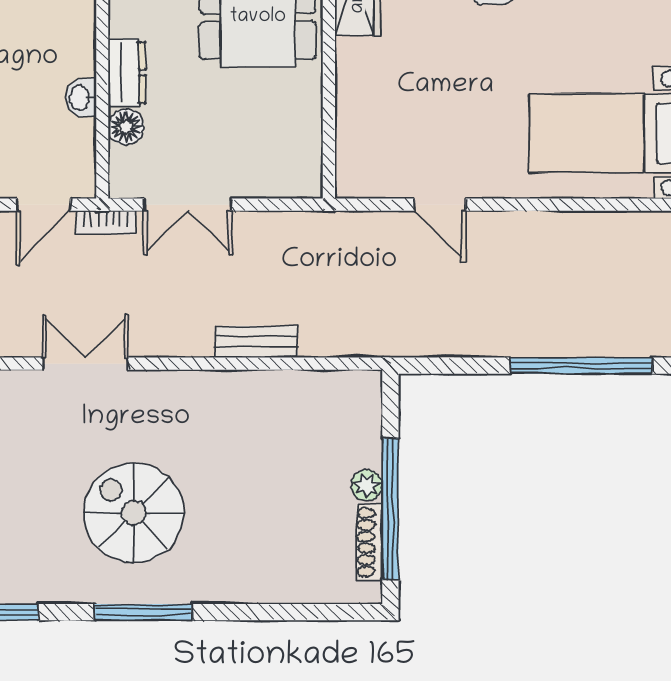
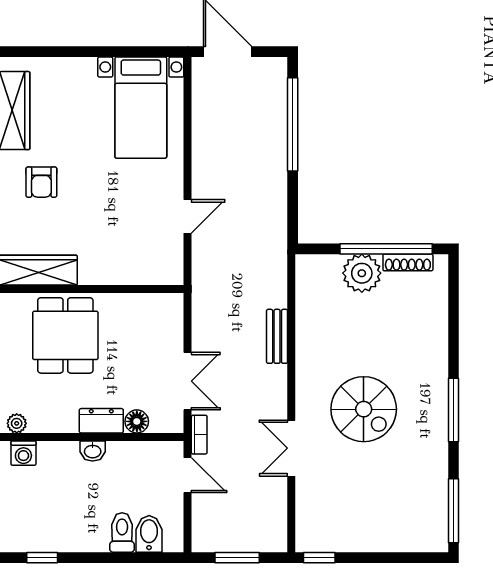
washbasin: (81, 98) -> (93, 451), moved
plant: (367, 485) -> (362, 273), width x1.87, depth x1.87
spiral stairs: (134, 513) -> (364, 409), moved, turned -90

